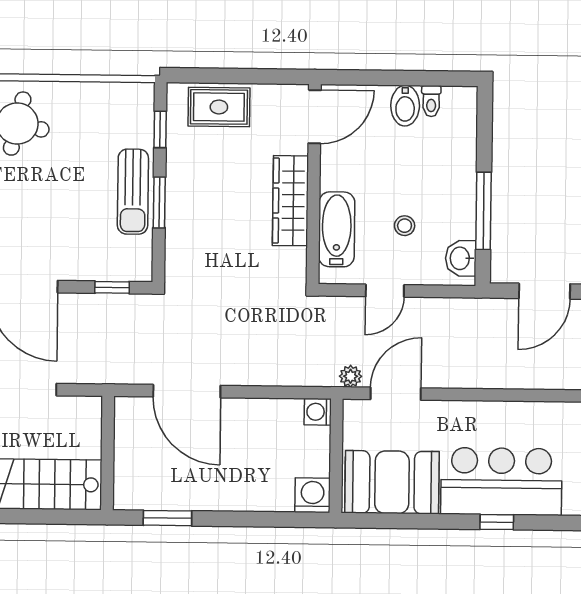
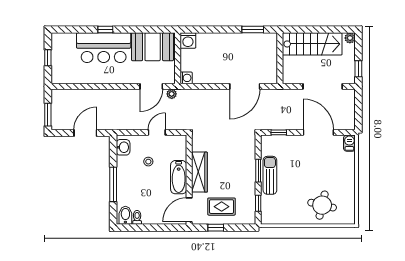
window: (255, 76) -> (216, 228), added
bidet: (405, 106) -> (125, 215), moved
rug: (219, 107) -> (222, 207), moved
window: (483, 211) -> (113, 184), moved
bathtub: (337, 229) -> (179, 177), moved
door: (187, 391) -> (245, 86), swing flipped

